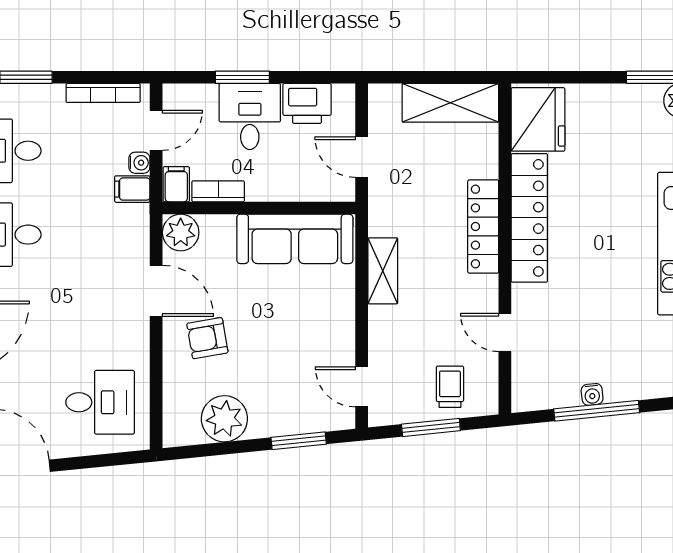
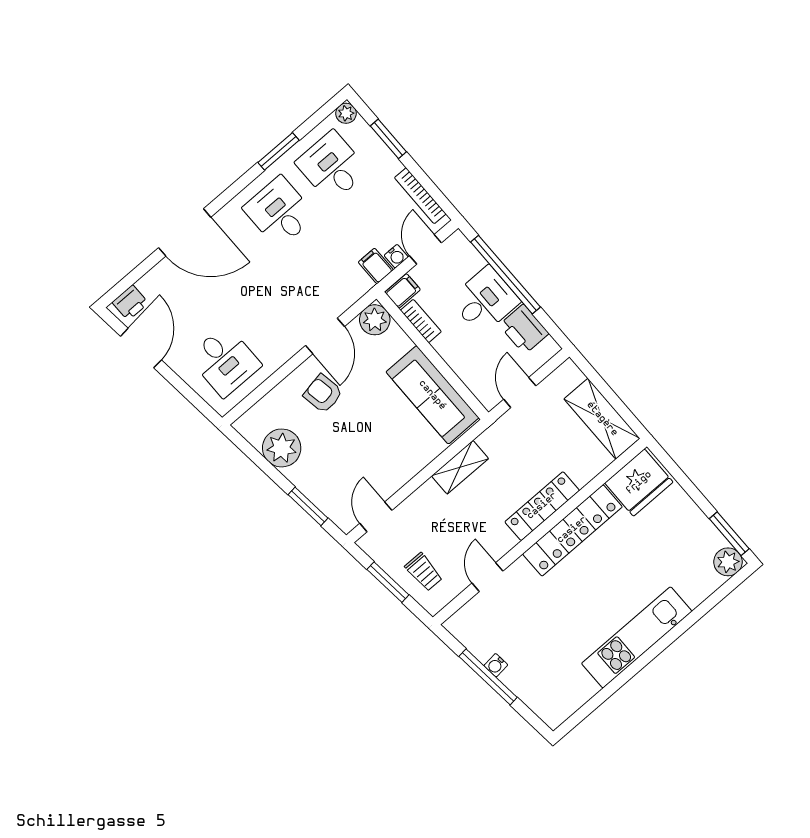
window: (242, 77) -> (505, 275), width x2.11
door: (156, 130) -> (425, 249), swing flipped
trolley: (450, 387) -> (424, 572), turned 90

